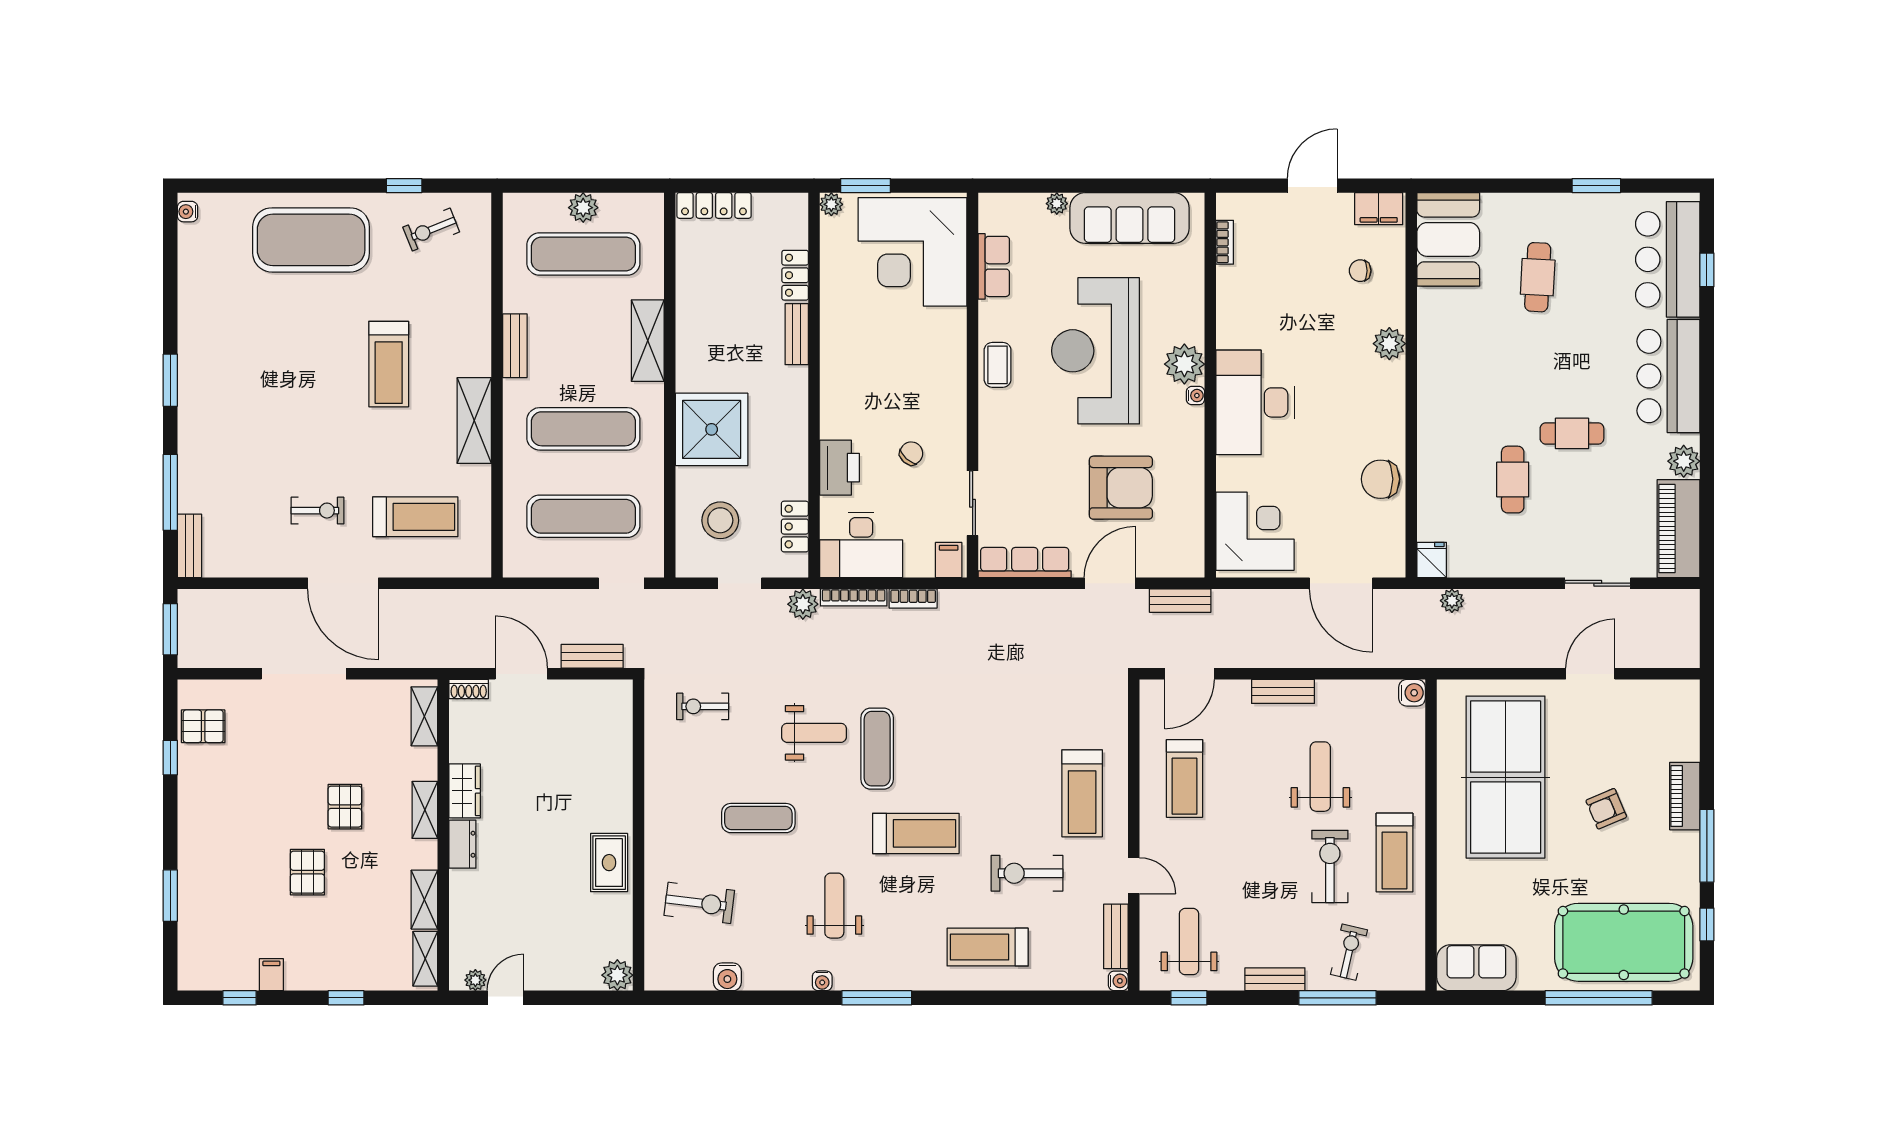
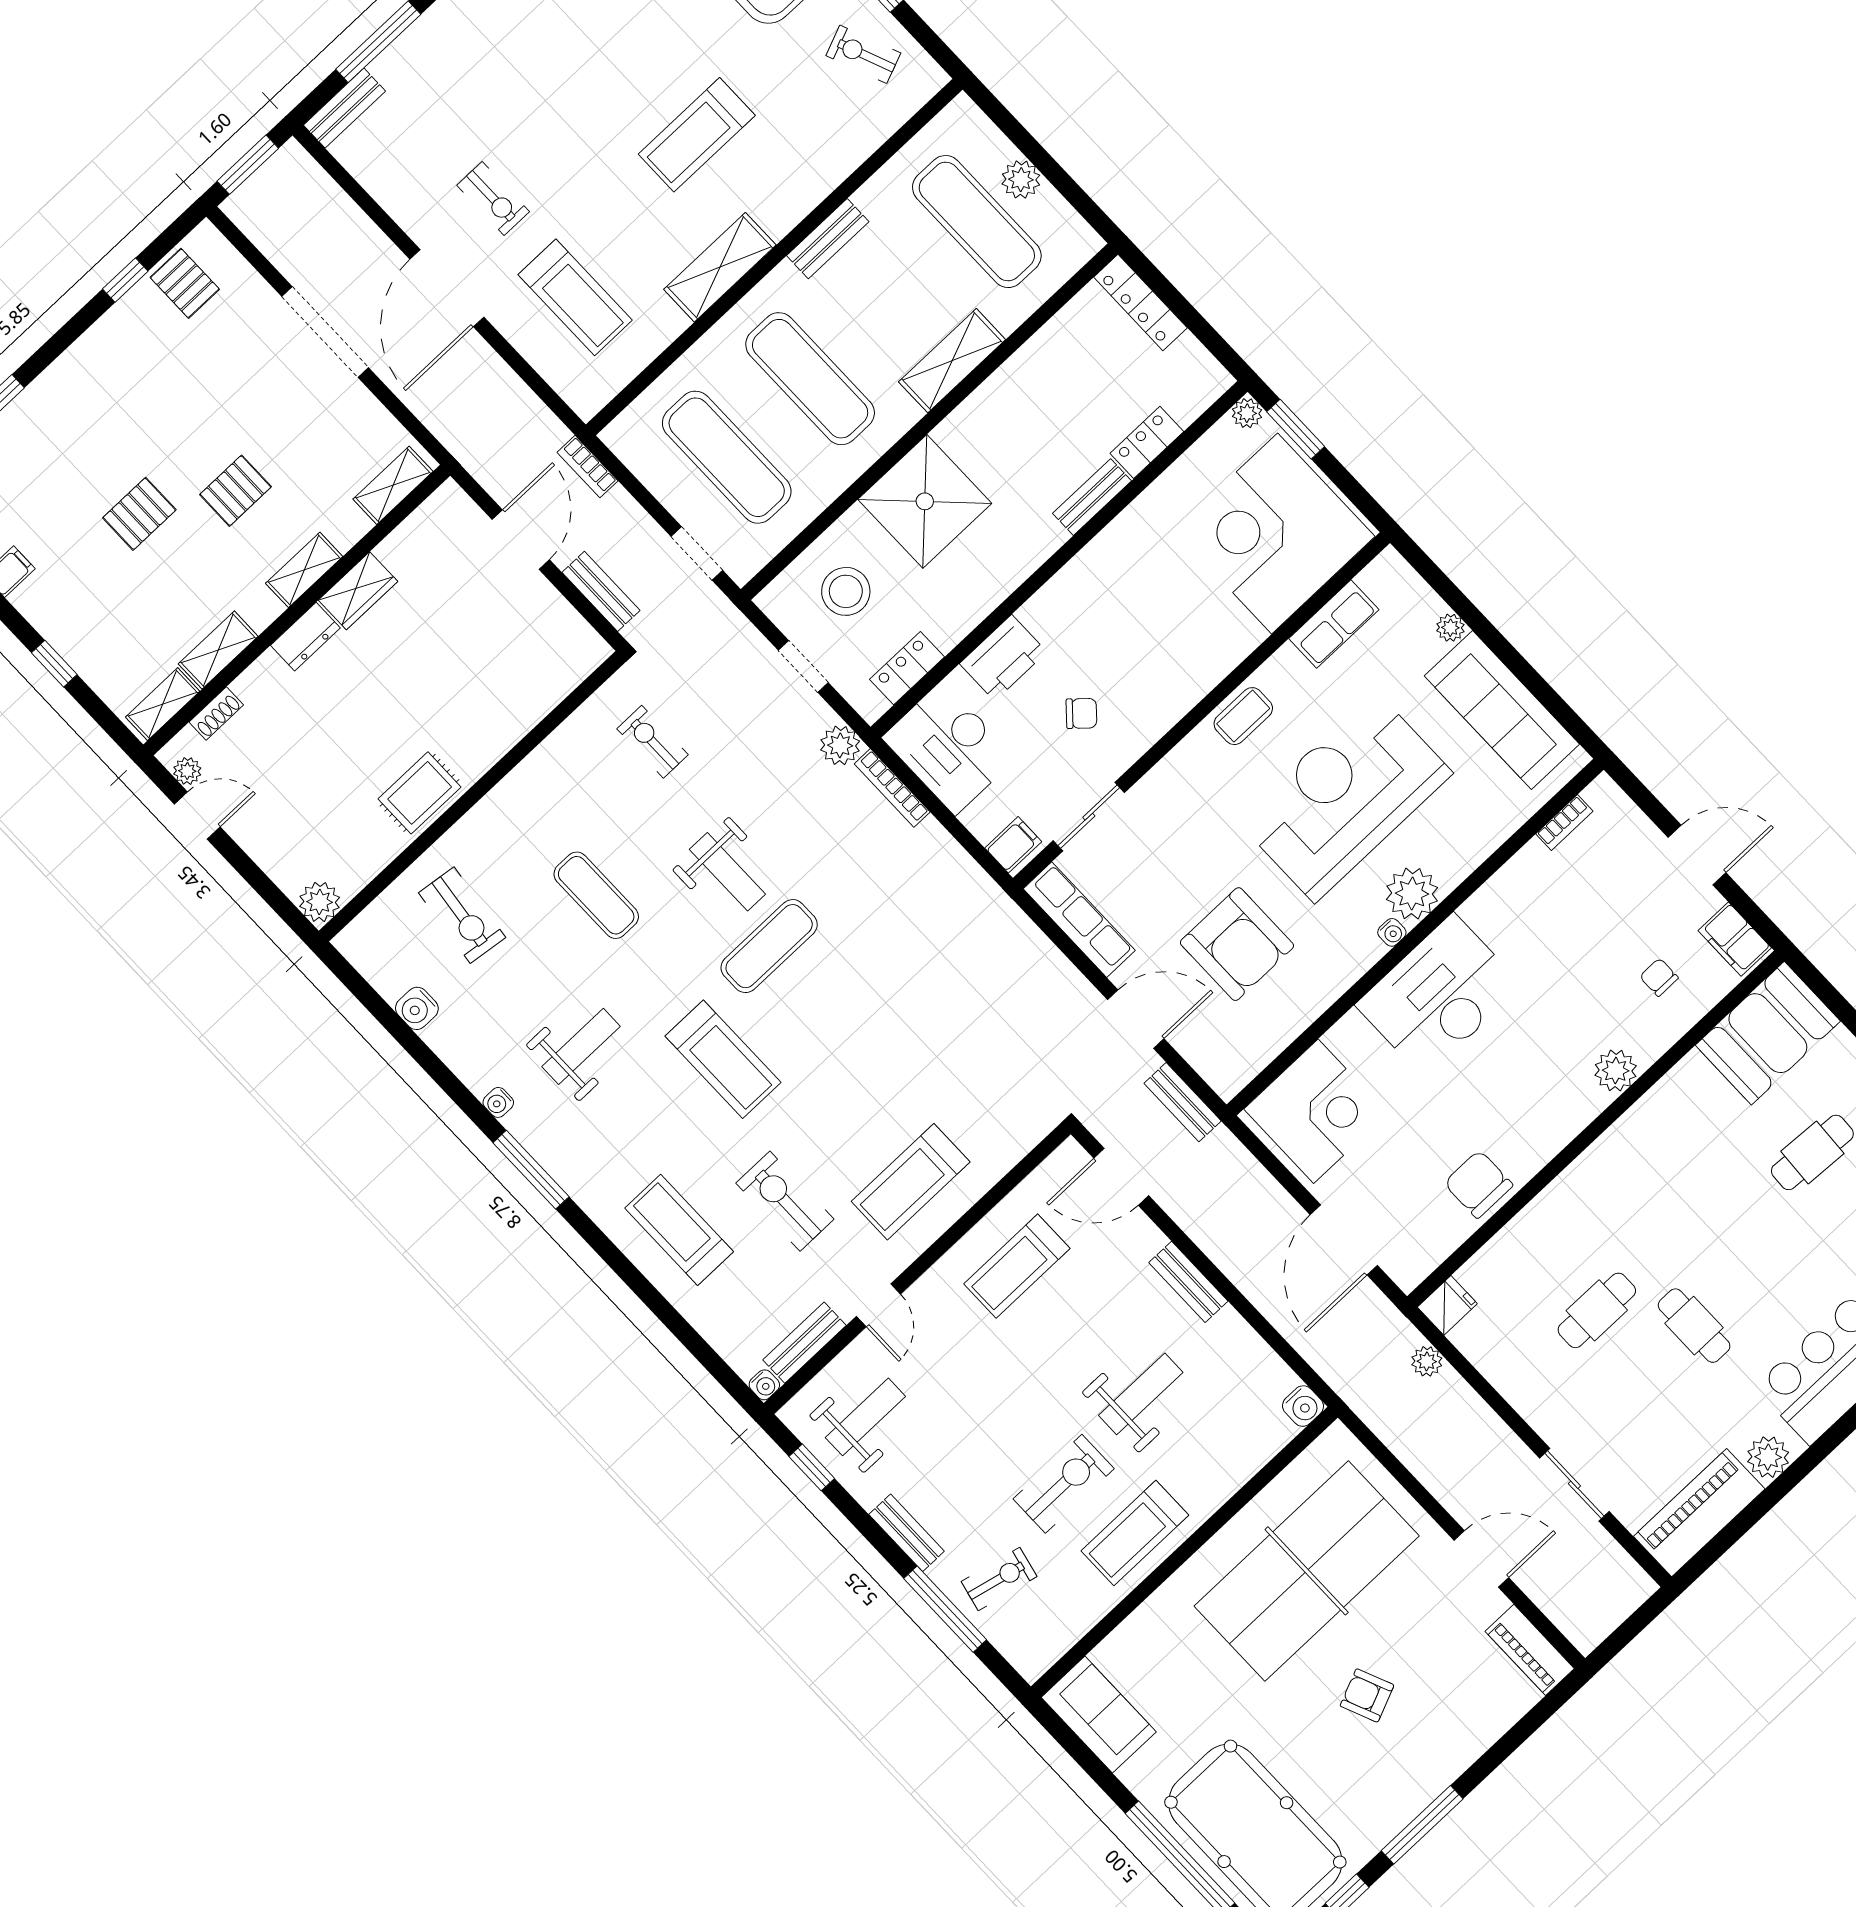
bookcase: (913, 598) -> (588, 467), moved
shoe rack: (469, 689) -> (216, 713), moved, turned -90
piano: (1685, 796) -> (1530, 1650), moved, turned -90

